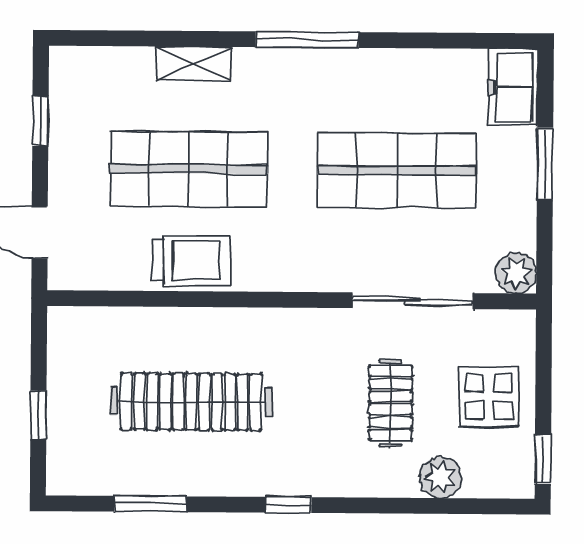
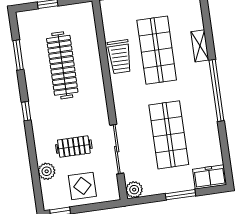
window: (307, 40) -> (216, 90), width x1.46

